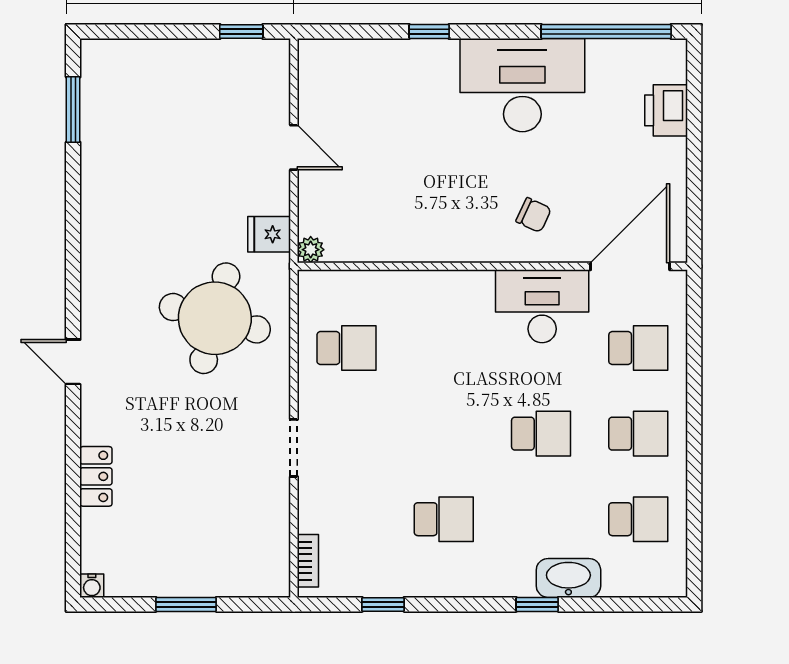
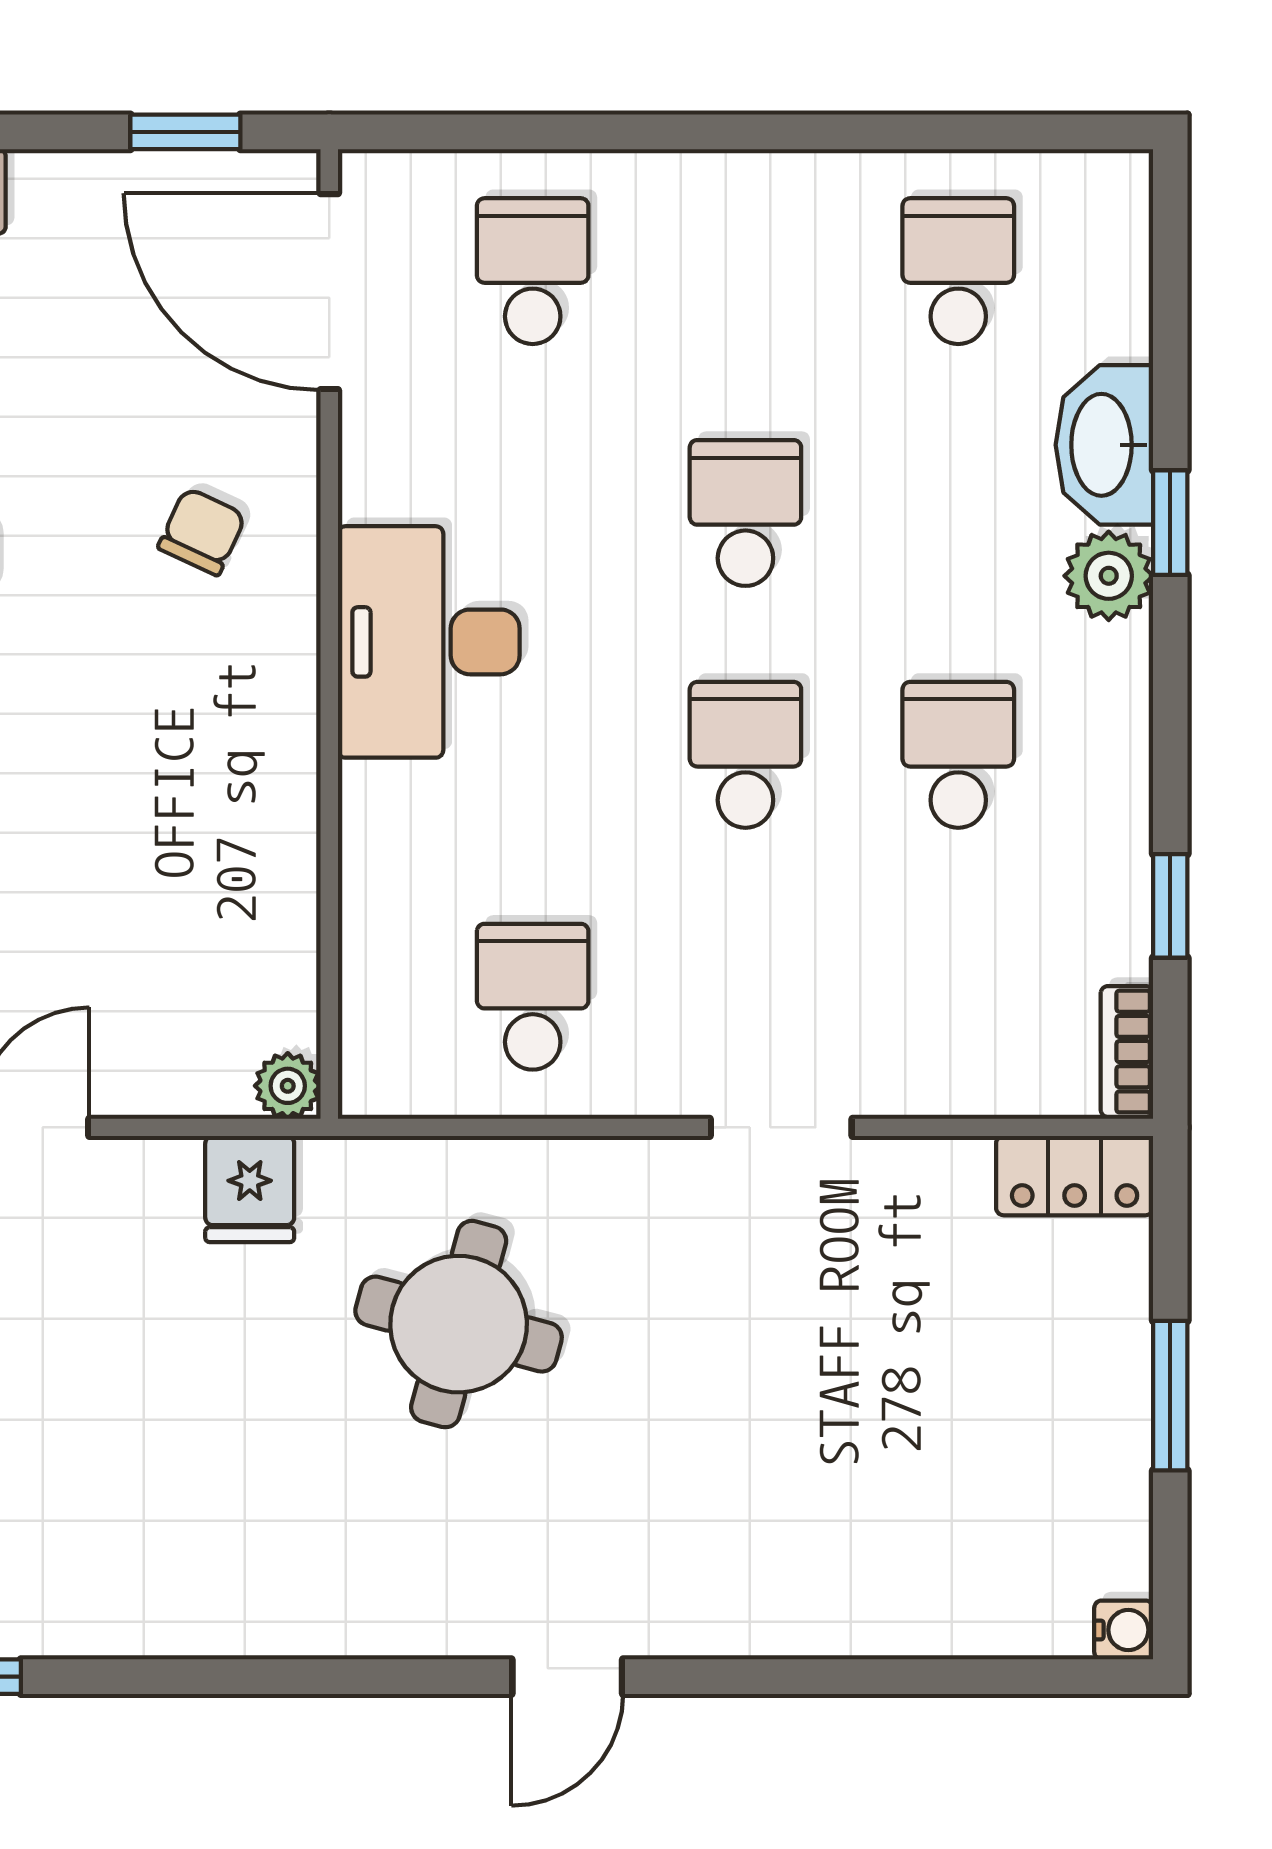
window: (694, 208) -> (185, 132), added
desk: (542, 306) -> (429, 642), moved
round table: (215, 318) -> (459, 1324), width x0.73, depth x0.73
school desk: (638, 434) -> (745, 755), moved
locker: (96, 476) -> (1075, 1176), moved, turned 180
bookcase: (308, 561) -> (1127, 1052), moved, turned -90
plant: (516, 580) -> (1109, 576), added

